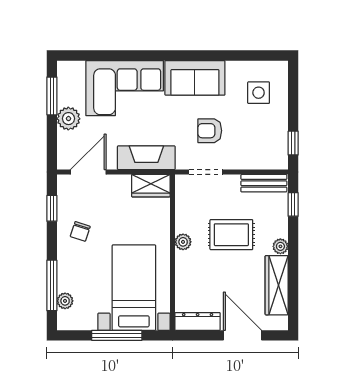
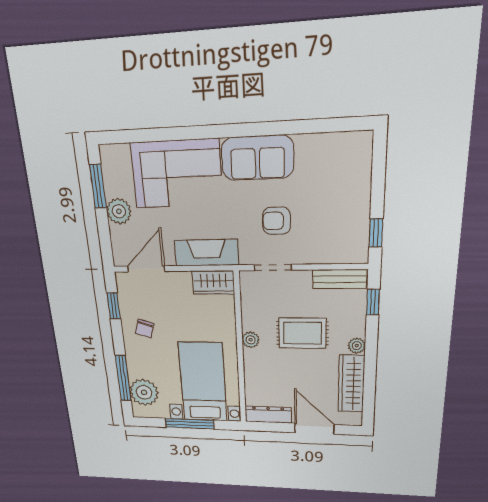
side table: (259, 93) -> (335, 173), removed
plant: (65, 301) -> (144, 392), width x1.87, depth x1.87

